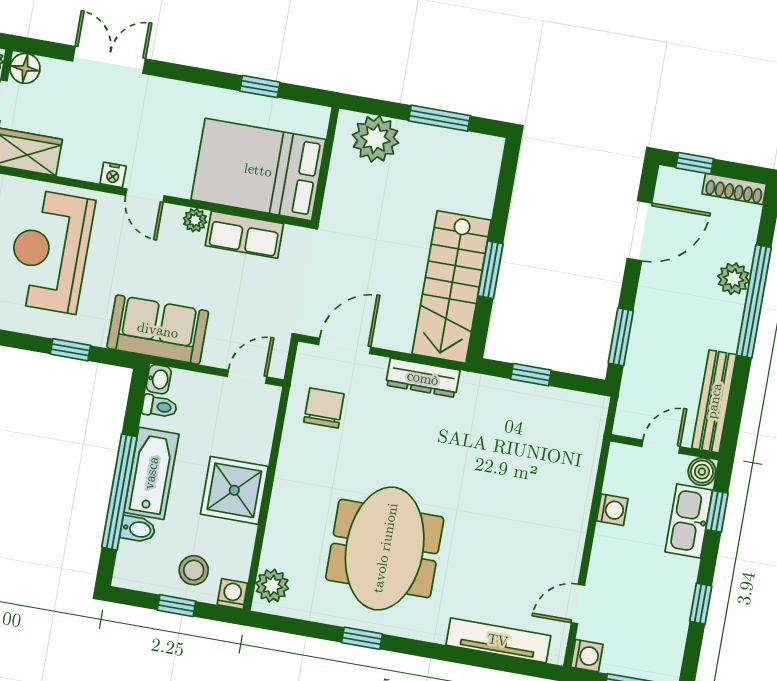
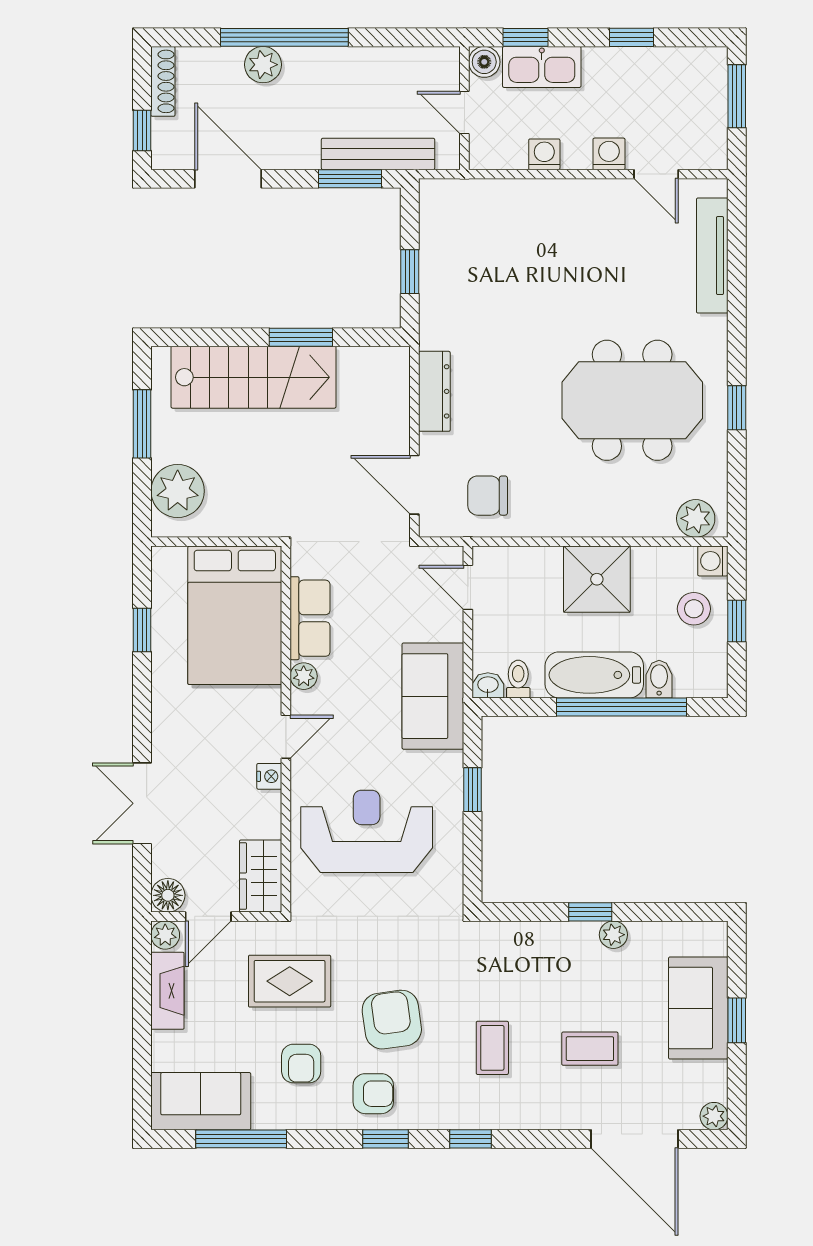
reception desk: (50, 251) -> (367, 831), turned 180
stairs: (451, 287) -> (254, 377), moved
bench: (714, 401) -> (378, 154), moved
washing machine: (587, 656) -> (609, 154), moved

